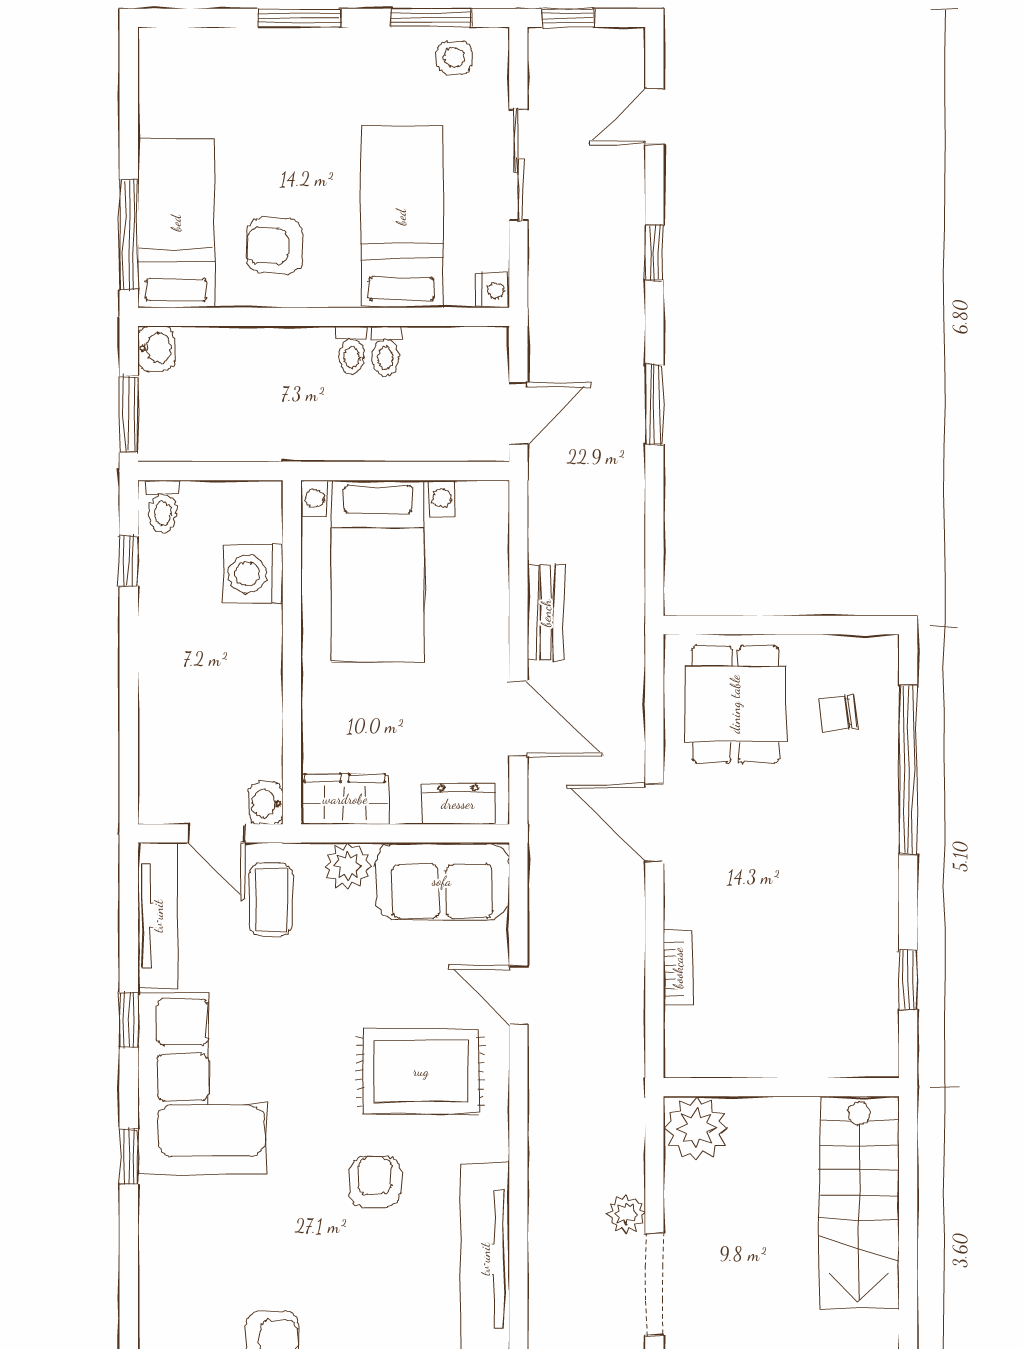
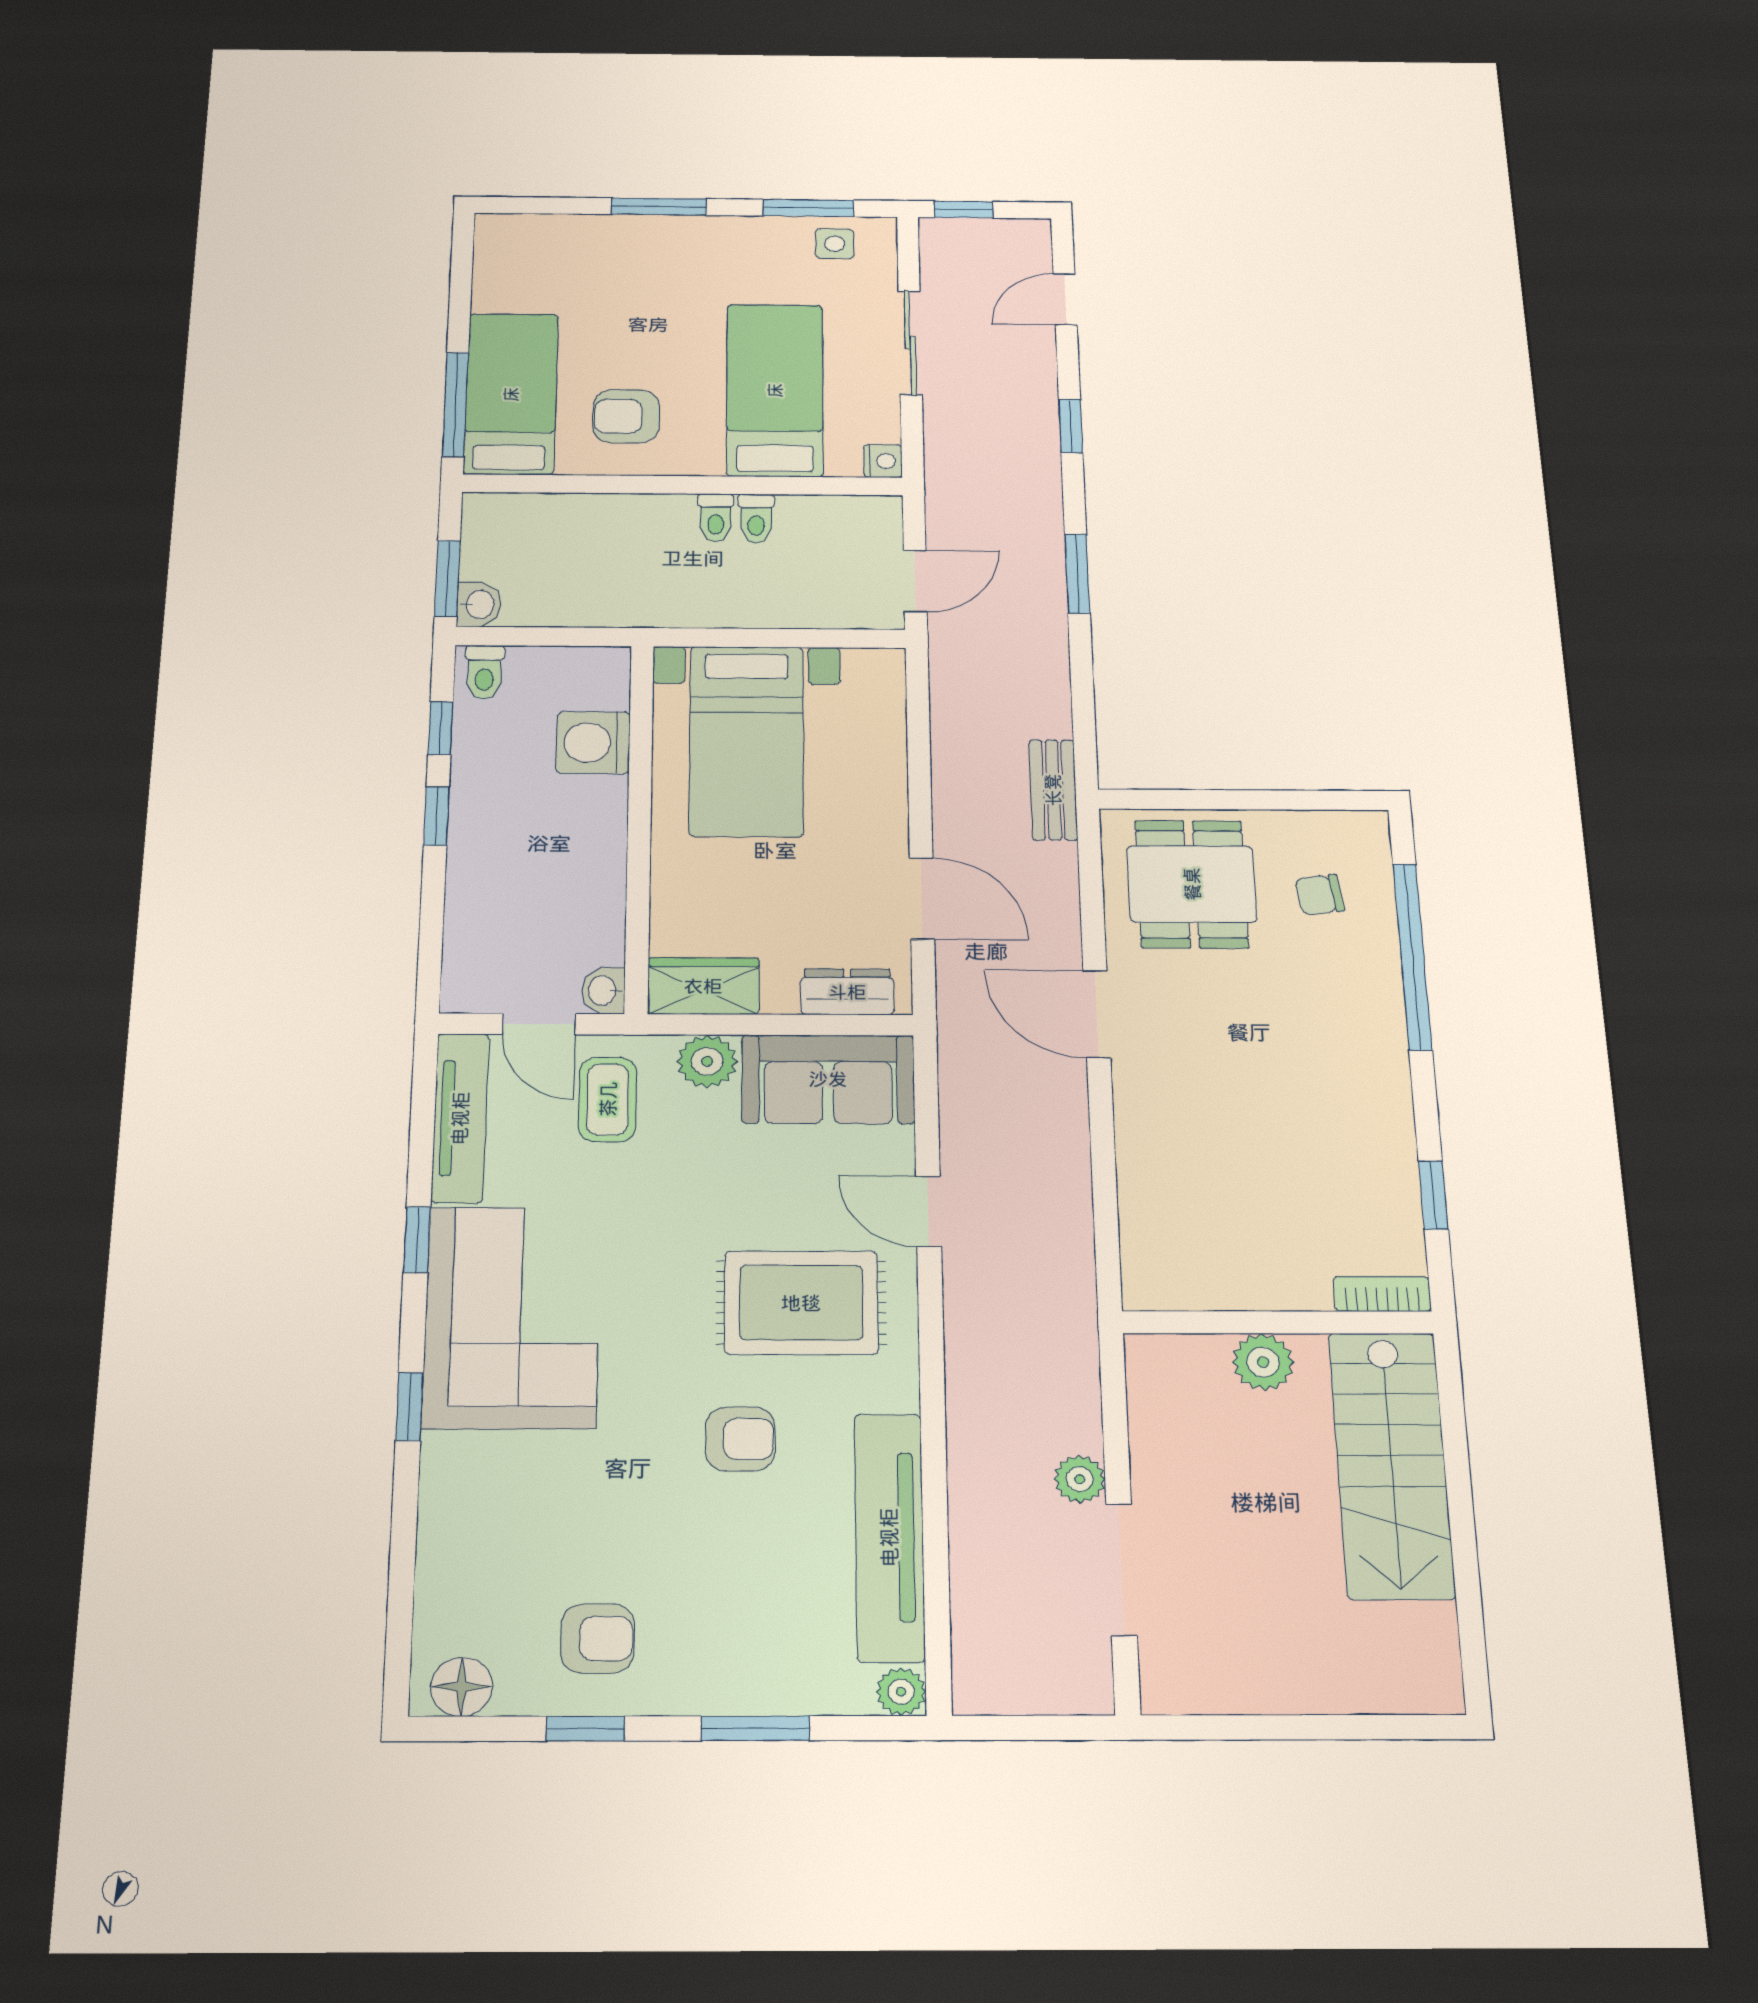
washbasin: (156, 348) -> (479, 604), moved
bench: (546, 613) -> (1053, 790), moved
window: (129, 644) -> (436, 816), added
bookcase: (678, 968) -> (1382, 1294), moved, turned -90
plant: (696, 1128) -> (1263, 1362), moved, width x0.73, depth x0.73
armchair: (375, 1182) -> (740, 1439), turned 90

